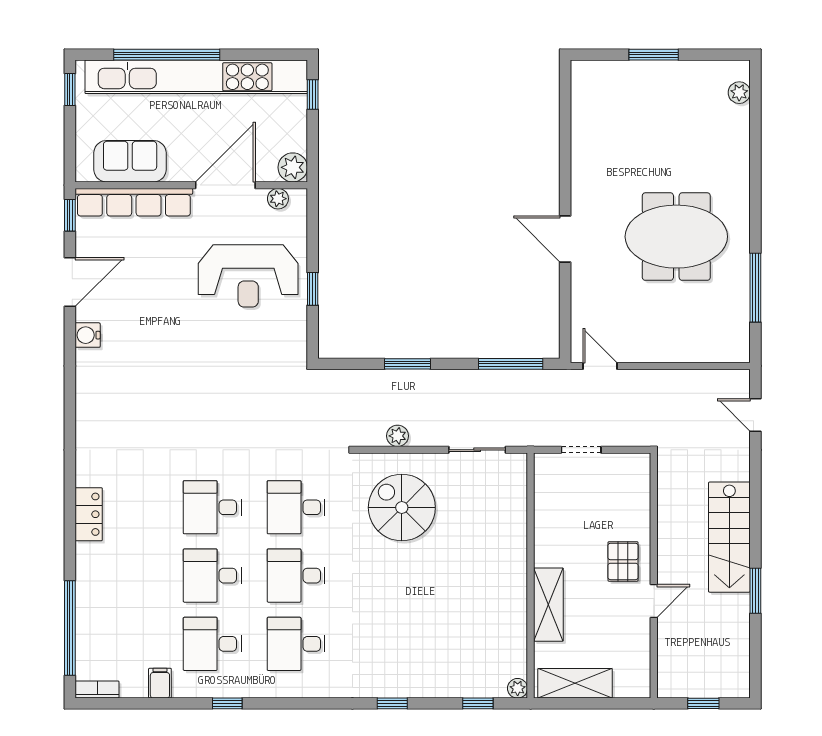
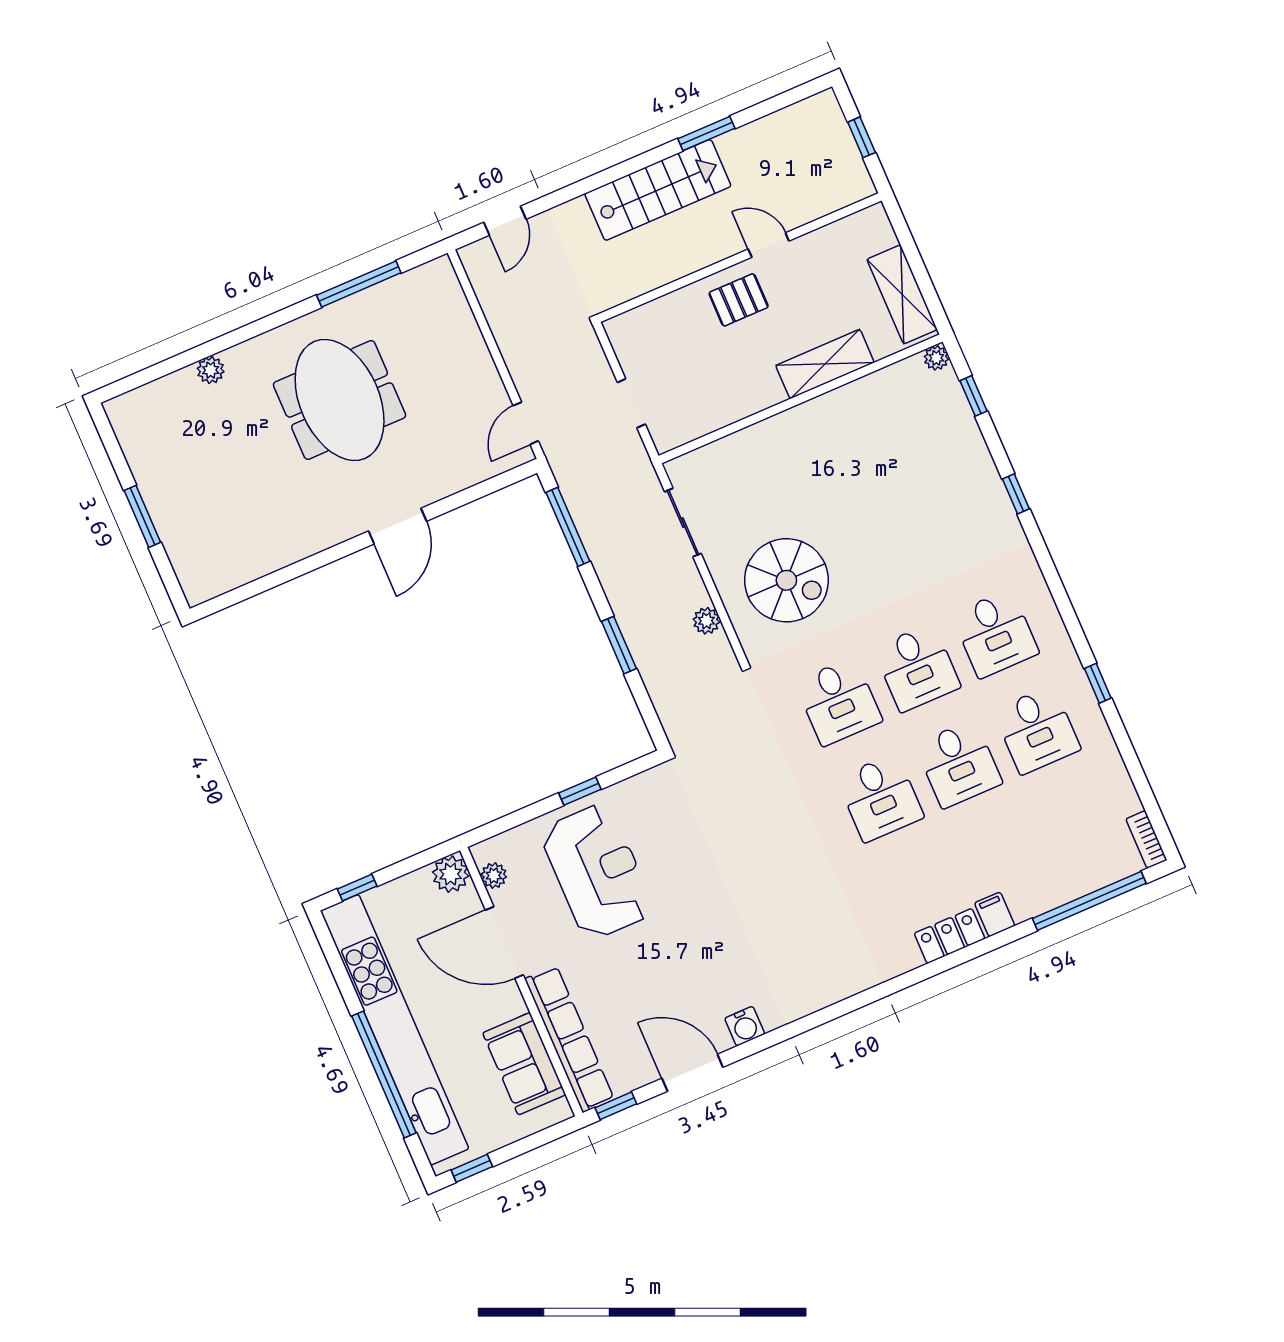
plant: (739, 93) -> (211, 370), moved
spiral stairs: (402, 508) -> (786, 580), turned -90
filing cabinet: (160, 683) -> (995, 914), moved, turned 90

